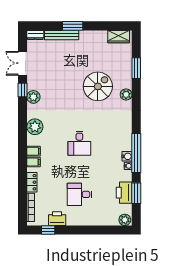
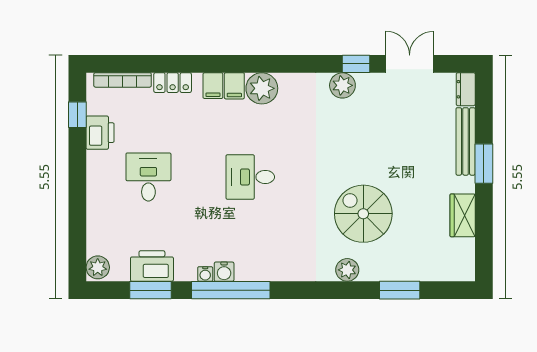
wardrobe: (119, 37) -> (463, 215), moved
spiral stairs: (98, 86) -> (363, 214), turned 180
plant: (35, 127) -> (262, 88), moved

